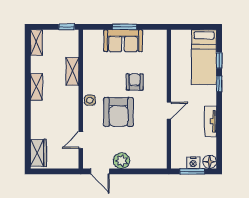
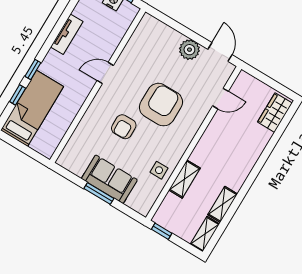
shelving: (36, 87) -> (223, 204), moved
side table: (90, 100) -> (159, 170), moved

